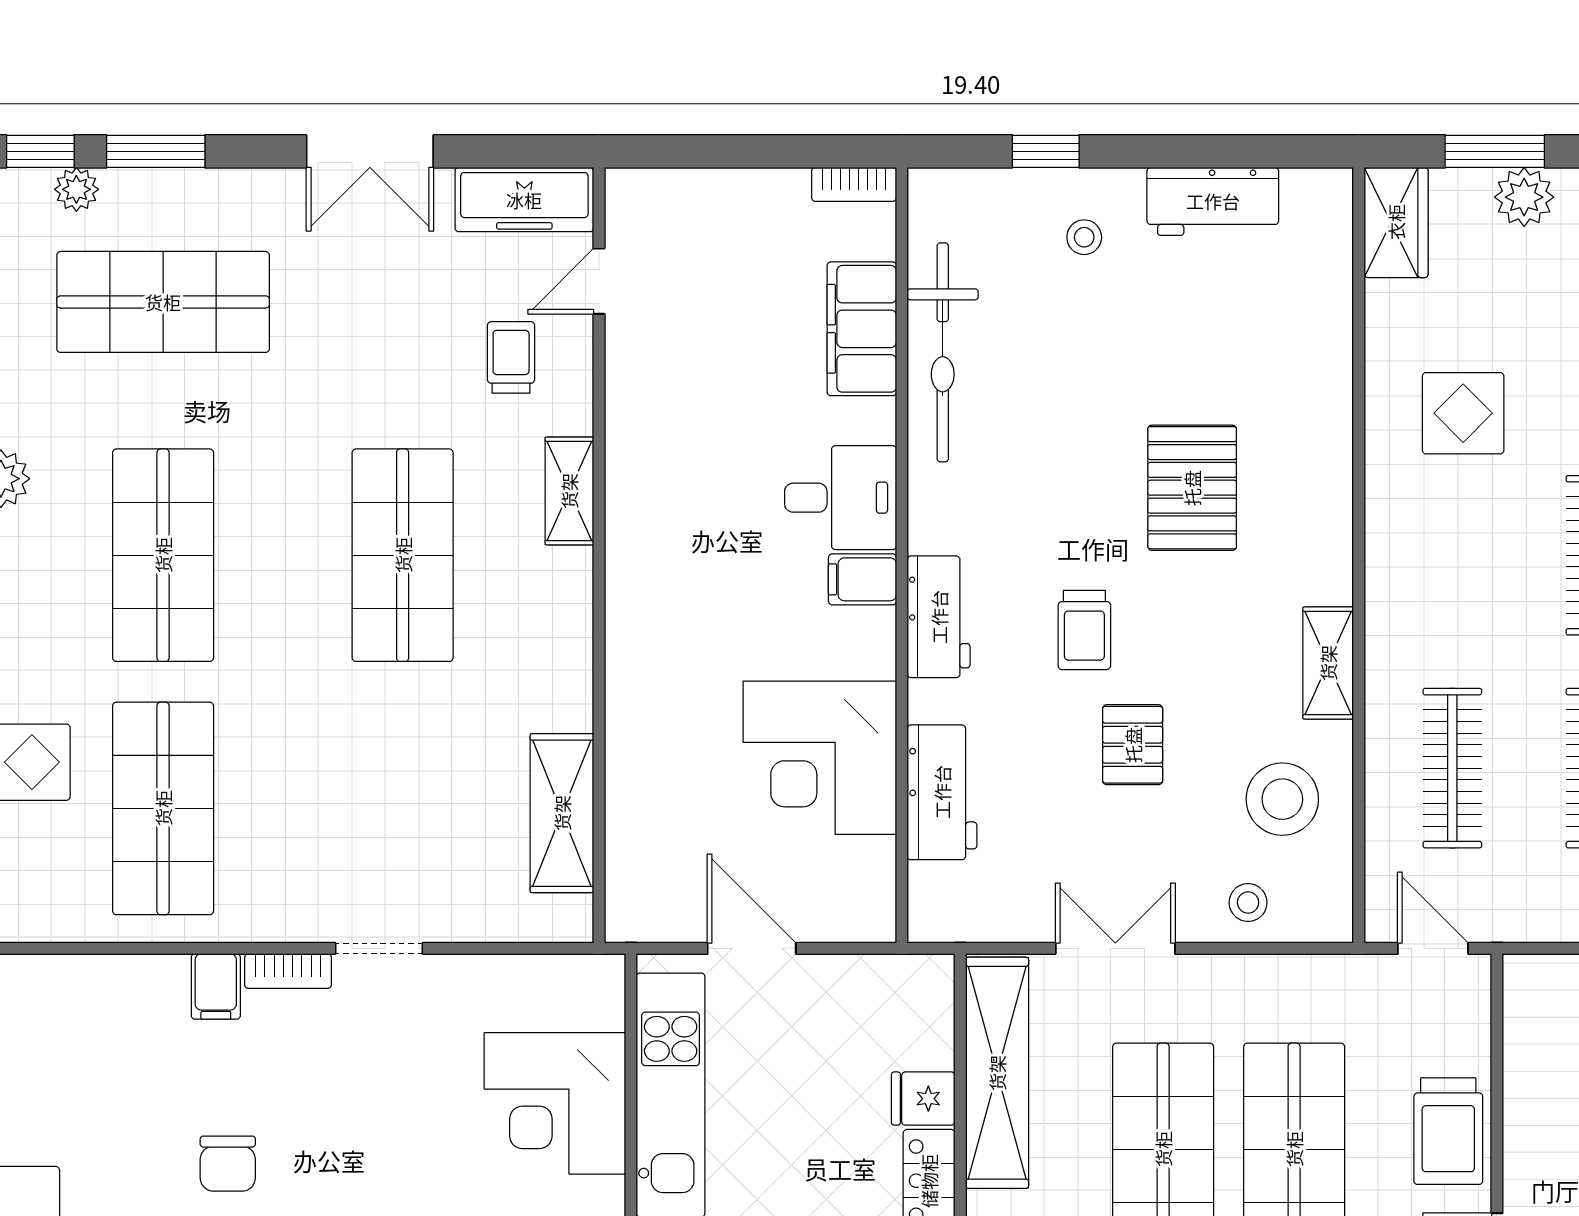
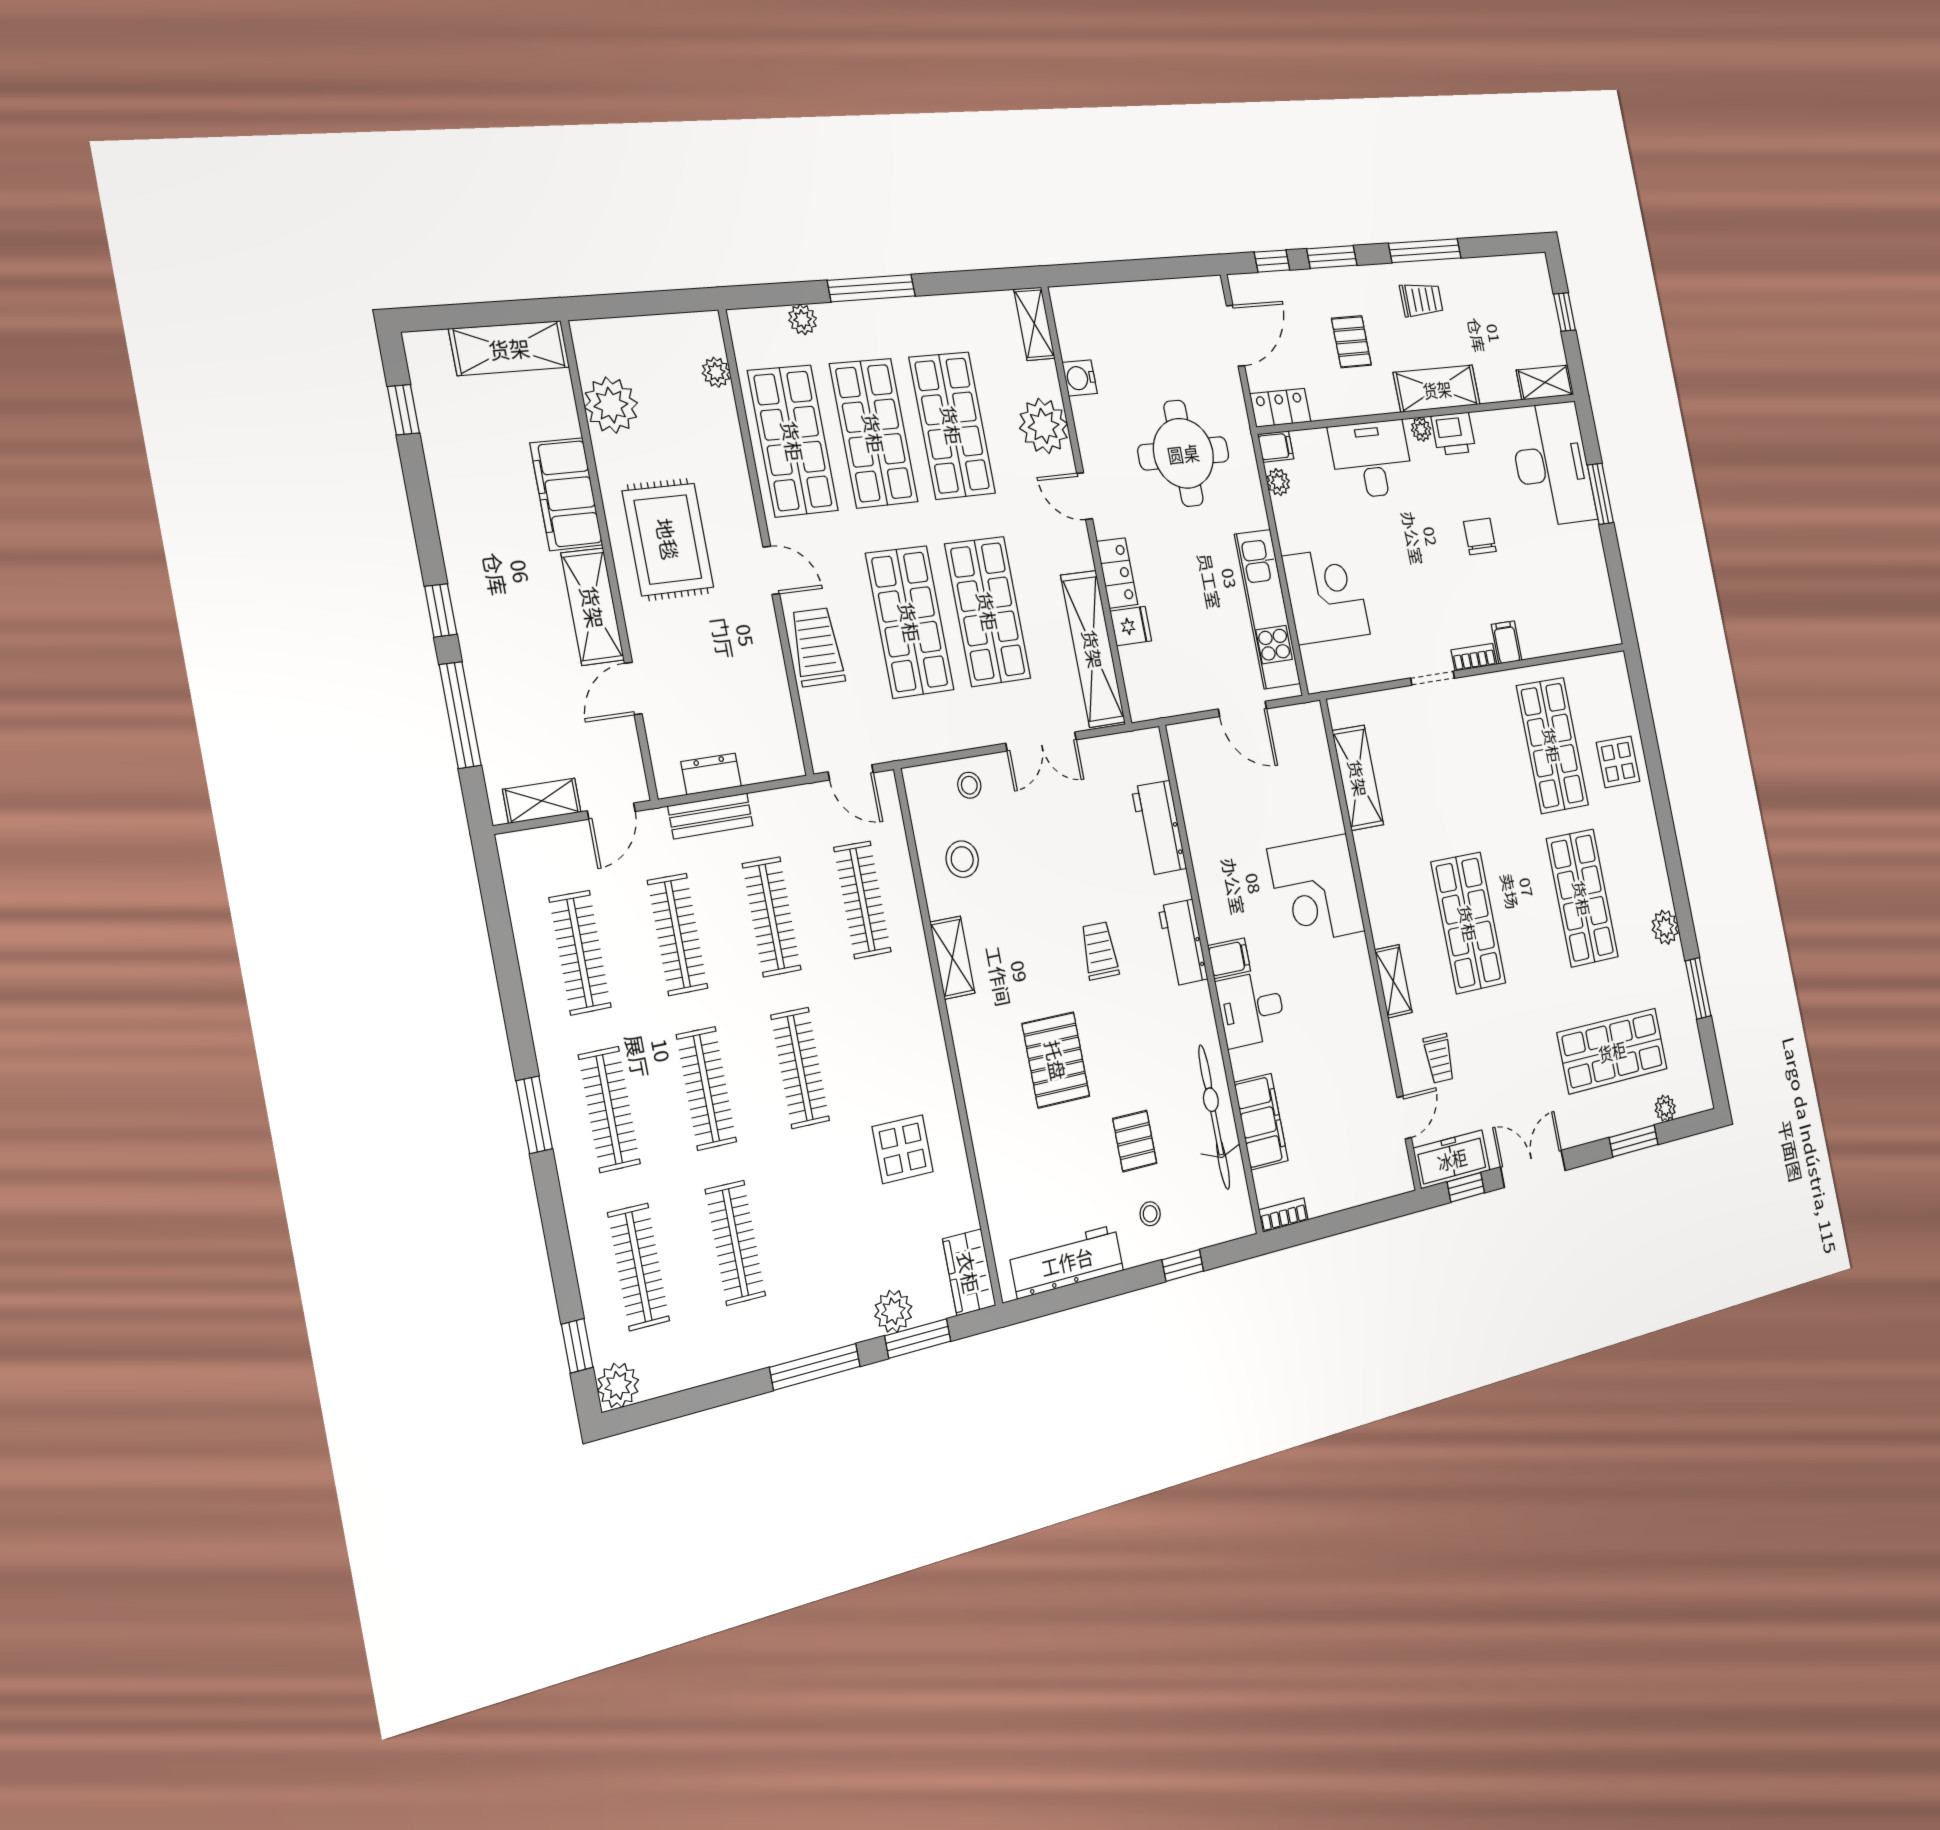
window: (40, 151) -> (1466, 1187), moved
workbench: (1213, 201) -> (1067, 1261), width x1.38
pallet: (1133, 745) -> (1135, 1141), moved
corner desk: (820, 758) -> (1316, 890), moved, turned 180
stool: (1282, 799) -> (962, 859), width x0.73, depth x0.73

